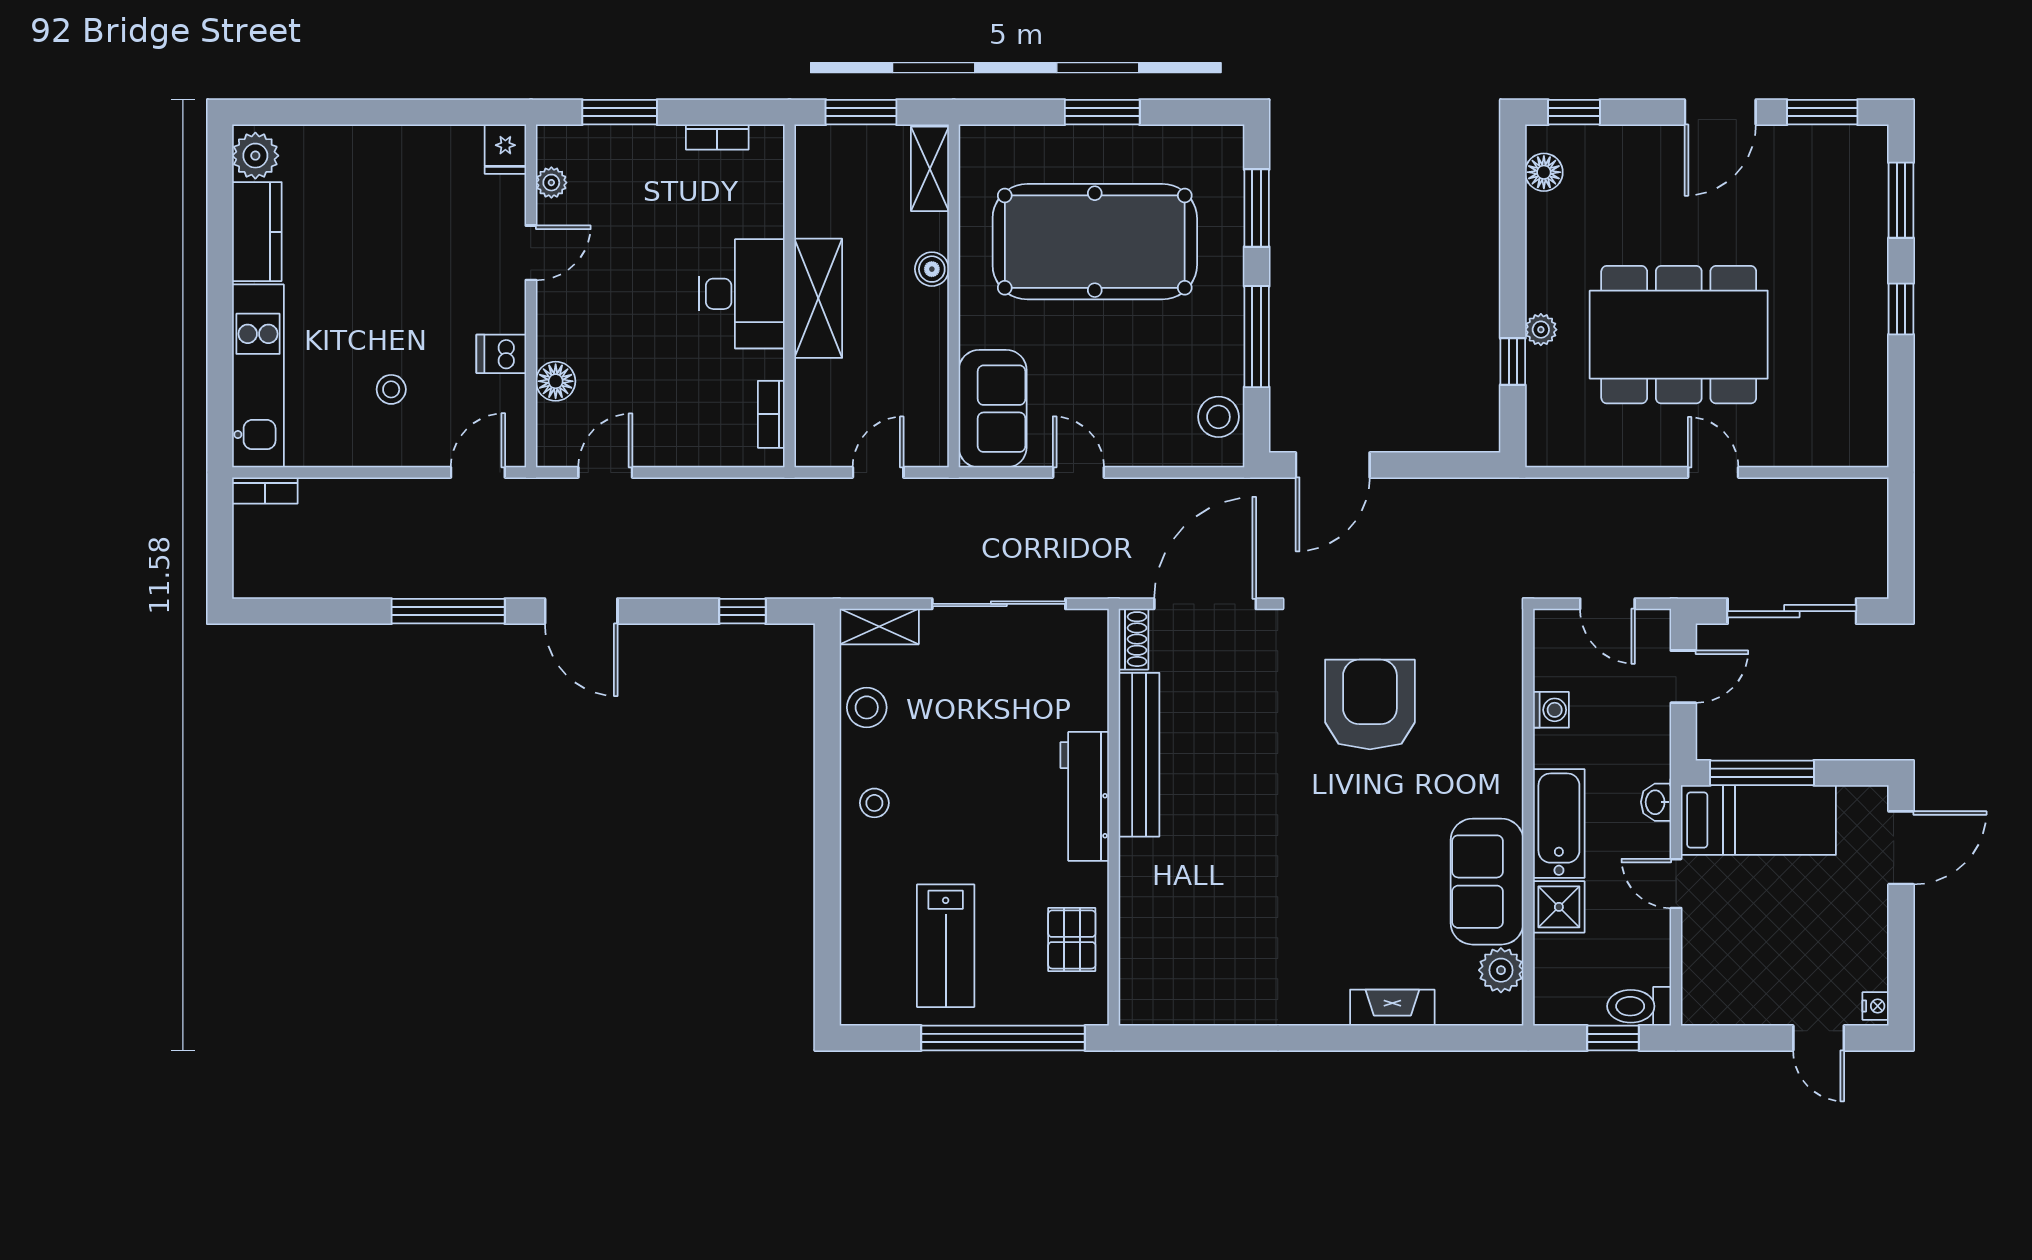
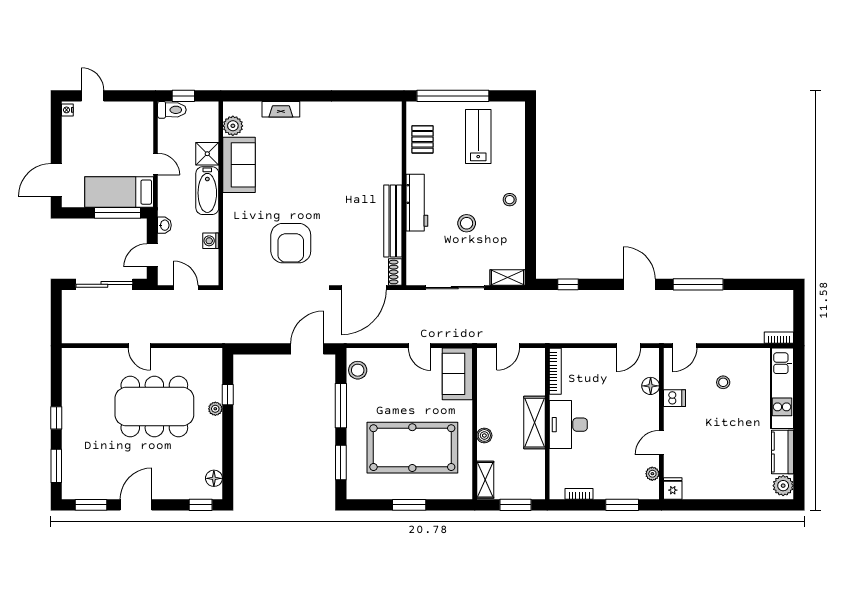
bookcase: (771, 414) -> (555, 371), width x1.56
stool: (867, 707) -> (467, 223), moved
washbasin: (1656, 802) -> (164, 225), moved

